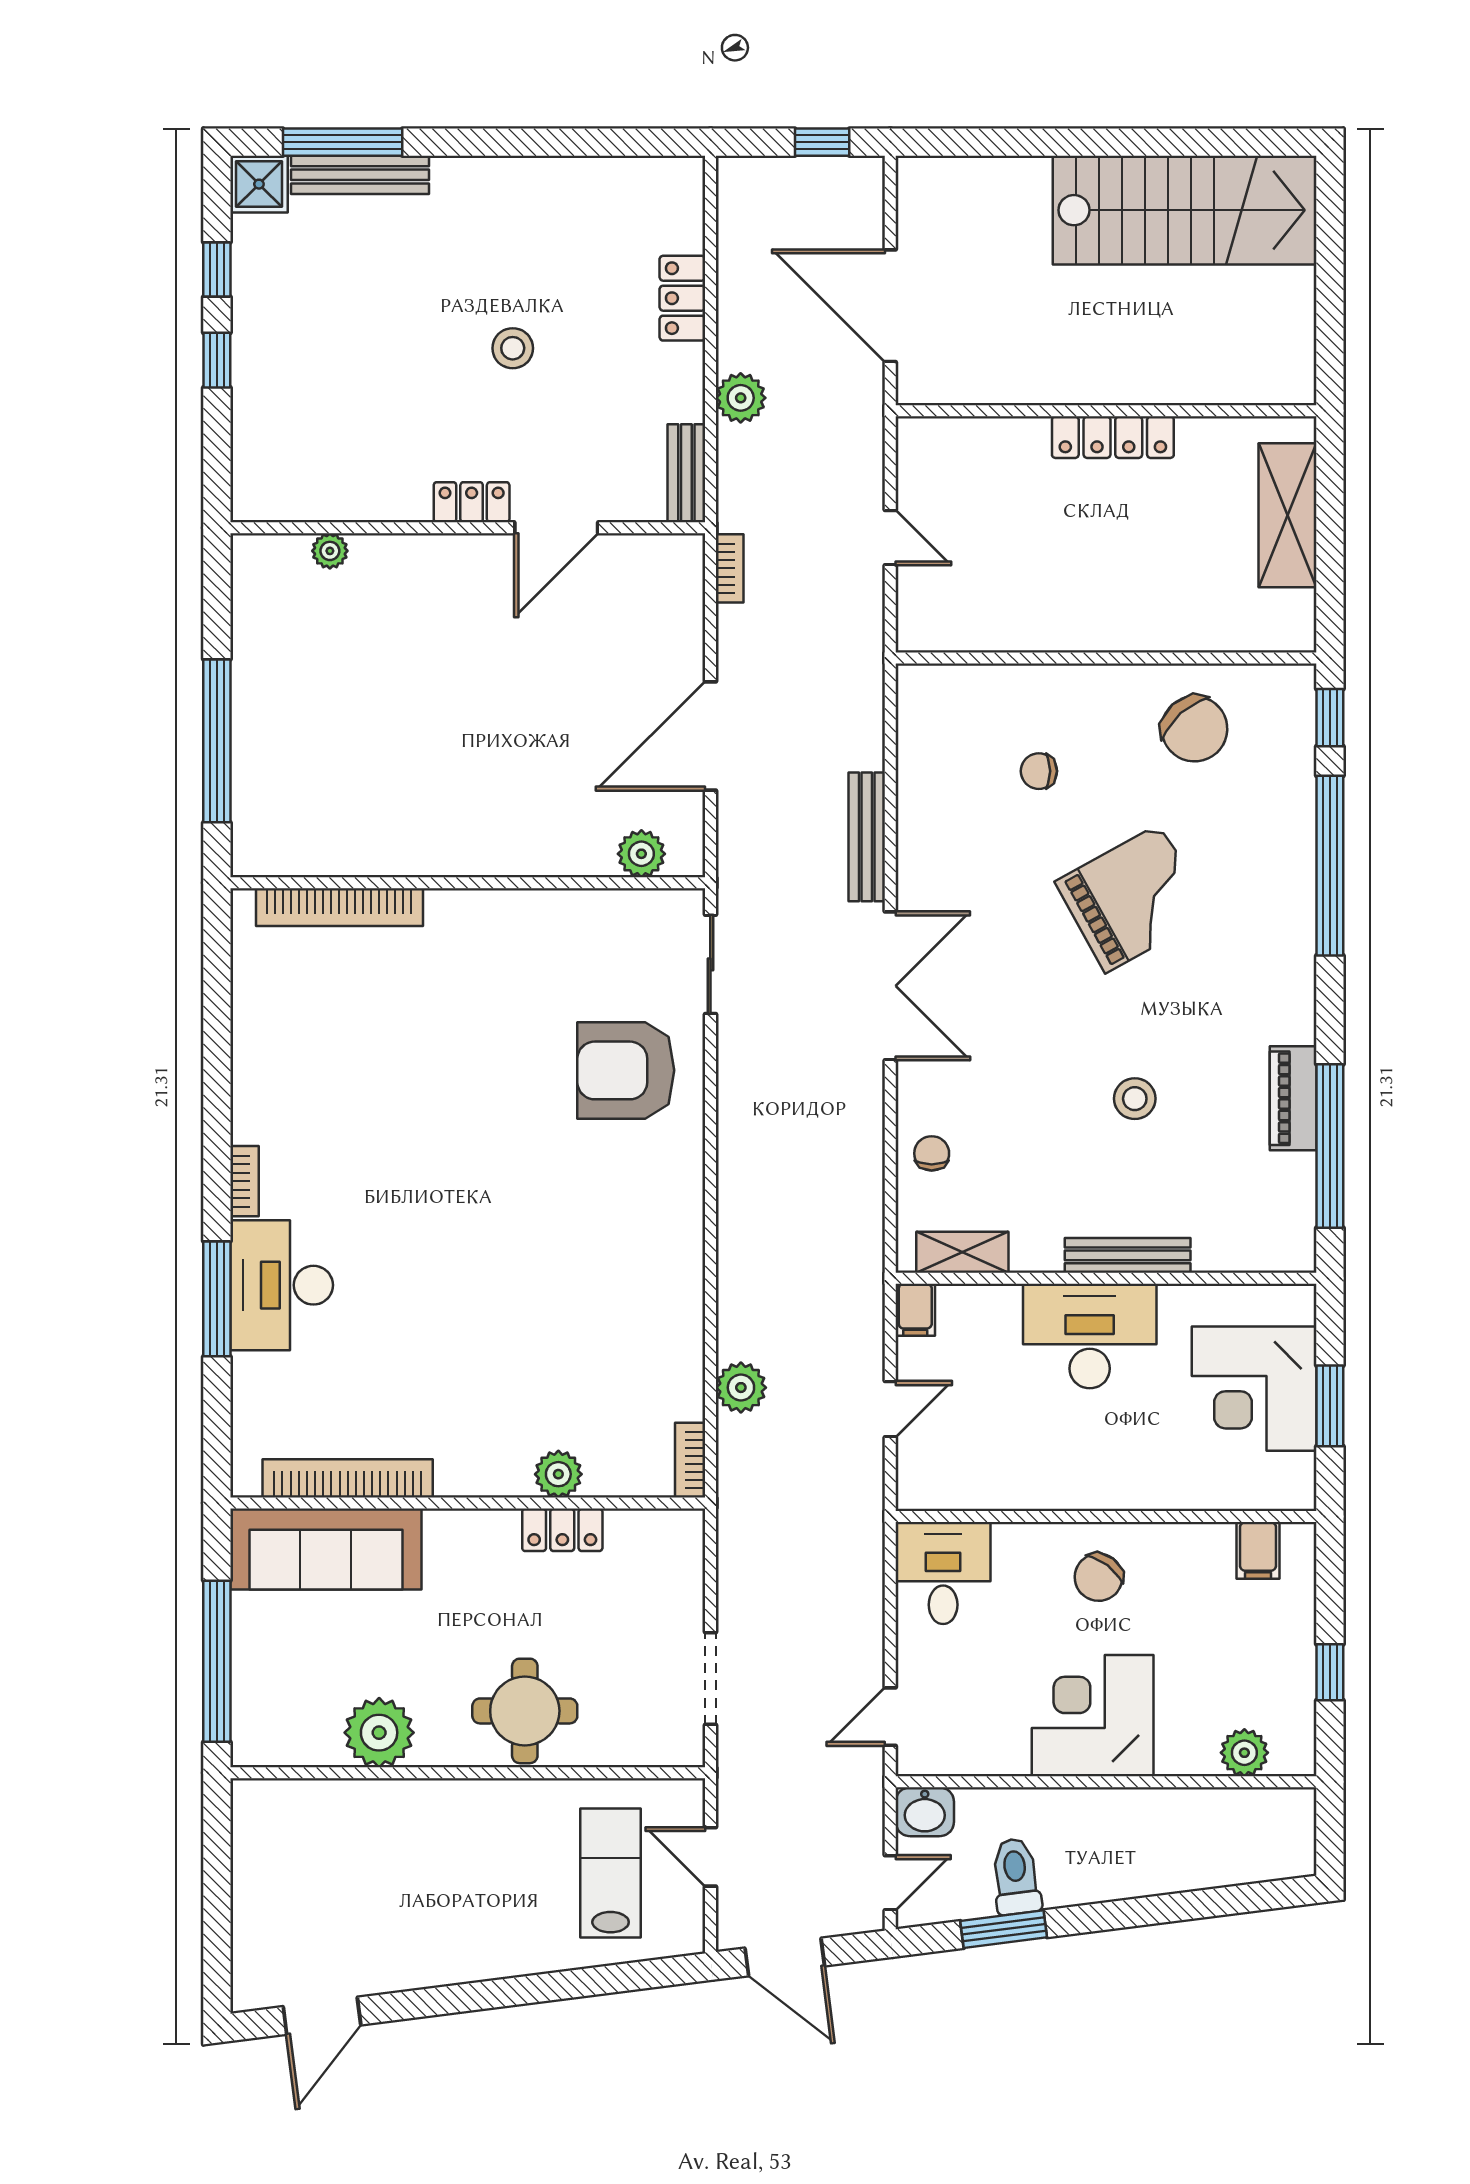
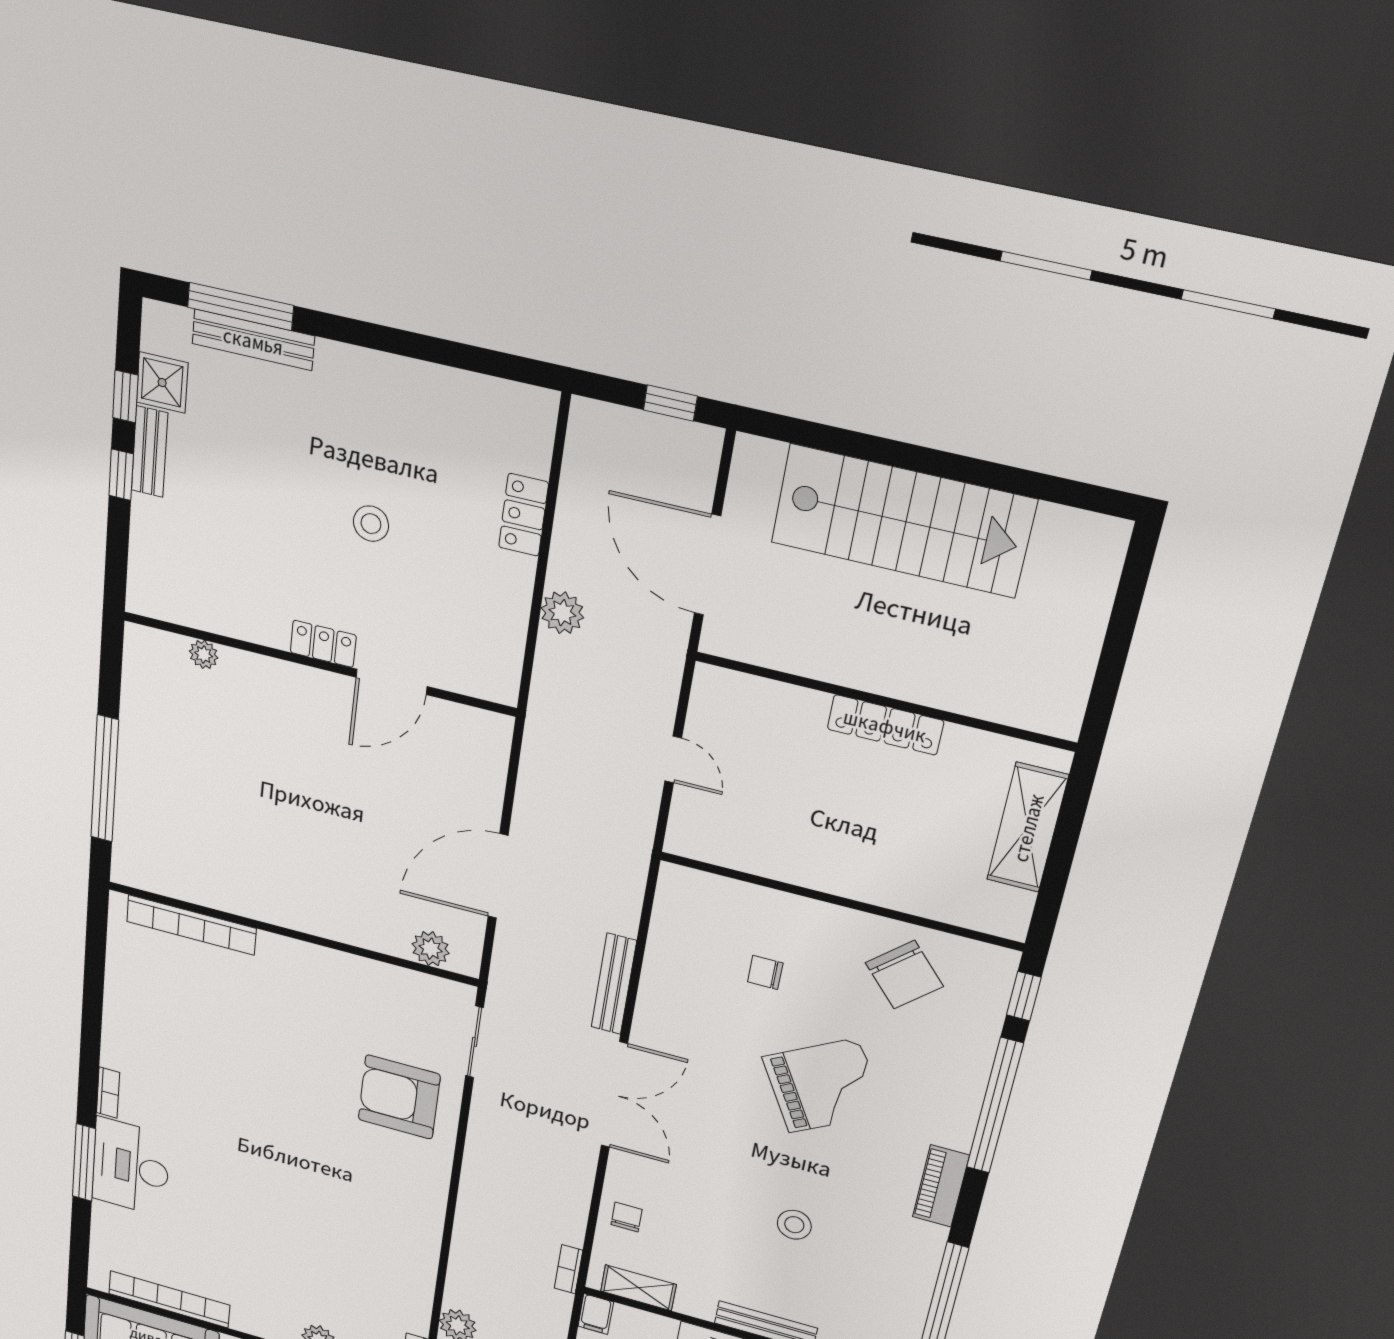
shower: (259, 184) -> (162, 383), moved
stairs: (1184, 210) -> (903, 521), moved
bench: (686, 473) -> (150, 452), moved
bookcase: (730, 568) -> (568, 1269), moved, turned 180
piano: (1293, 1098) -> (941, 1186), moved

